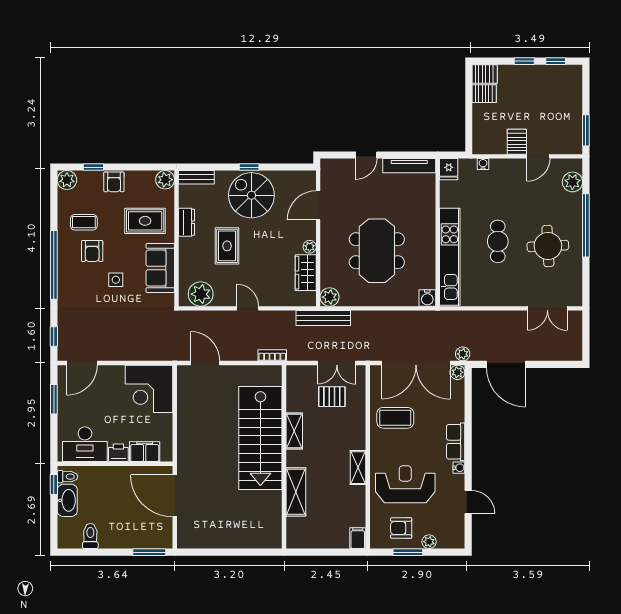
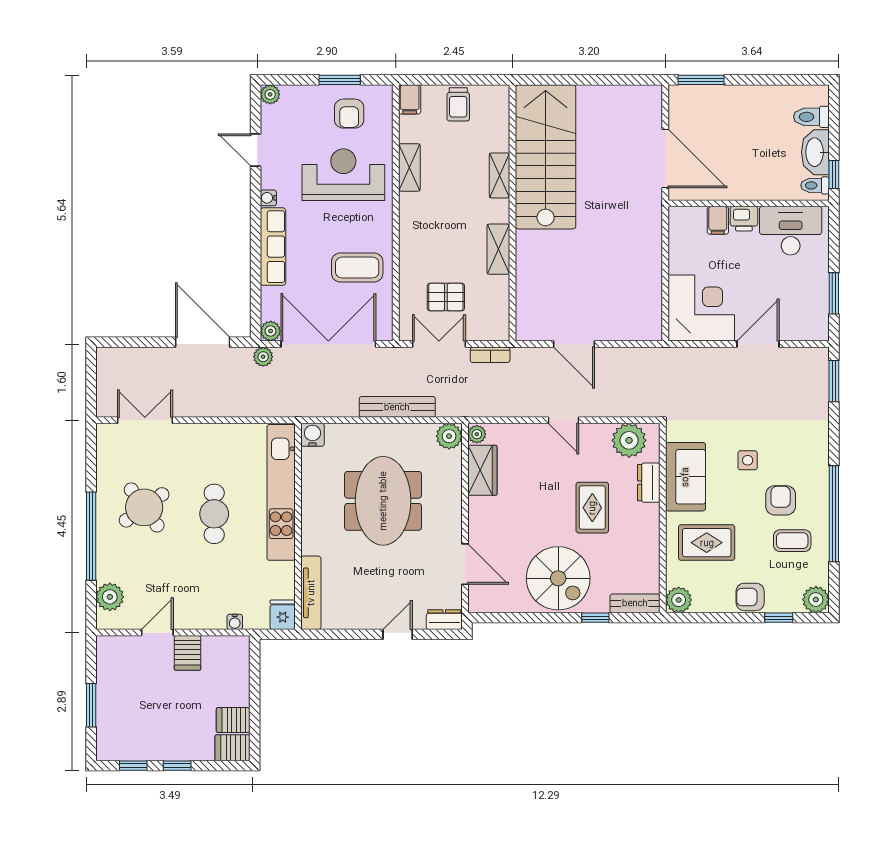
window: (586, 130) -> (91, 705), moved
dresser: (333, 166) -> (444, 620), added
tv unit: (409, 166) -> (311, 593), moved, turned 90
window: (249, 167) -> (595, 618), moved
armchair: (114, 182) -> (750, 597), turned -90
door: (318, 205) -> (465, 564), hinge flipped
dresser: (187, 222) -> (649, 483), moved
round table: (548, 246) -> (144, 507), turned -33
plant: (310, 247) -> (477, 434), moved
window: (54, 265) -> (834, 514), moved
bench: (323, 318) -> (397, 407), moved
window: (54, 336) -> (834, 381), width x1.50
bookcase: (272, 355) -> (490, 355), moved
door: (82, 363) -> (758, 344), moved
door: (205, 363) -> (574, 344), moved
stairs: (260, 438) -> (546, 157), moved
row of seats: (456, 442) -> (273, 247), width x1.48
filing cabinet: (145, 452) -> (718, 220), width x0.50
shelving: (358, 468) -> (409, 167), moved
reception desk: (405, 484) -> (343, 175), turned 180
shelving: (296, 492) -> (500, 175), width x0.67, depth x0.75
armchair: (401, 528) -> (349, 114), turned 90
trolley: (323, 535) -> (458, 104), added
toilet: (90, 536) -> (811, 117), moved, turned 90
plant: (429, 542) -> (270, 94), moved

